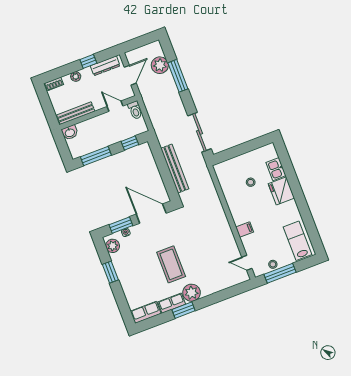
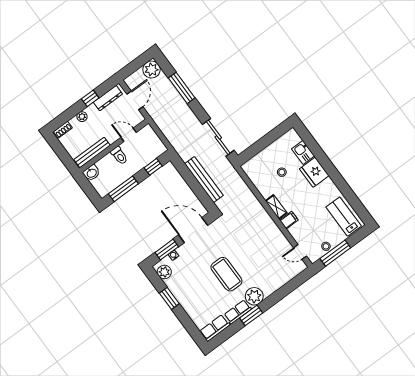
plant: (160, 65) -> (152, 70), moved
toilet: (135, 110) -> (119, 156), moved
shelving: (236, 214) -> (276, 207), added

